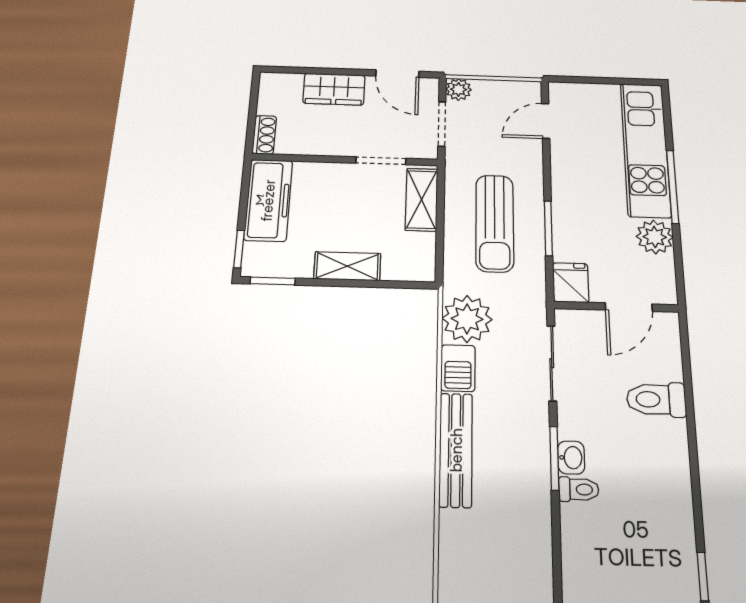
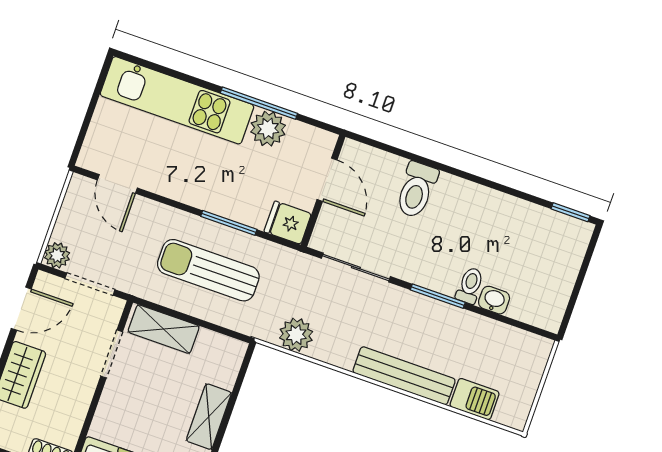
window: (673, 187) -> (259, 103), moved
sun lounger: (495, 223) -> (208, 270), turned 180
plant: (467, 319) -> (296, 335), width x0.73, depth x0.73
barbecue: (458, 368) -> (475, 399), moved
washbasin: (571, 458) -> (494, 300), moved

